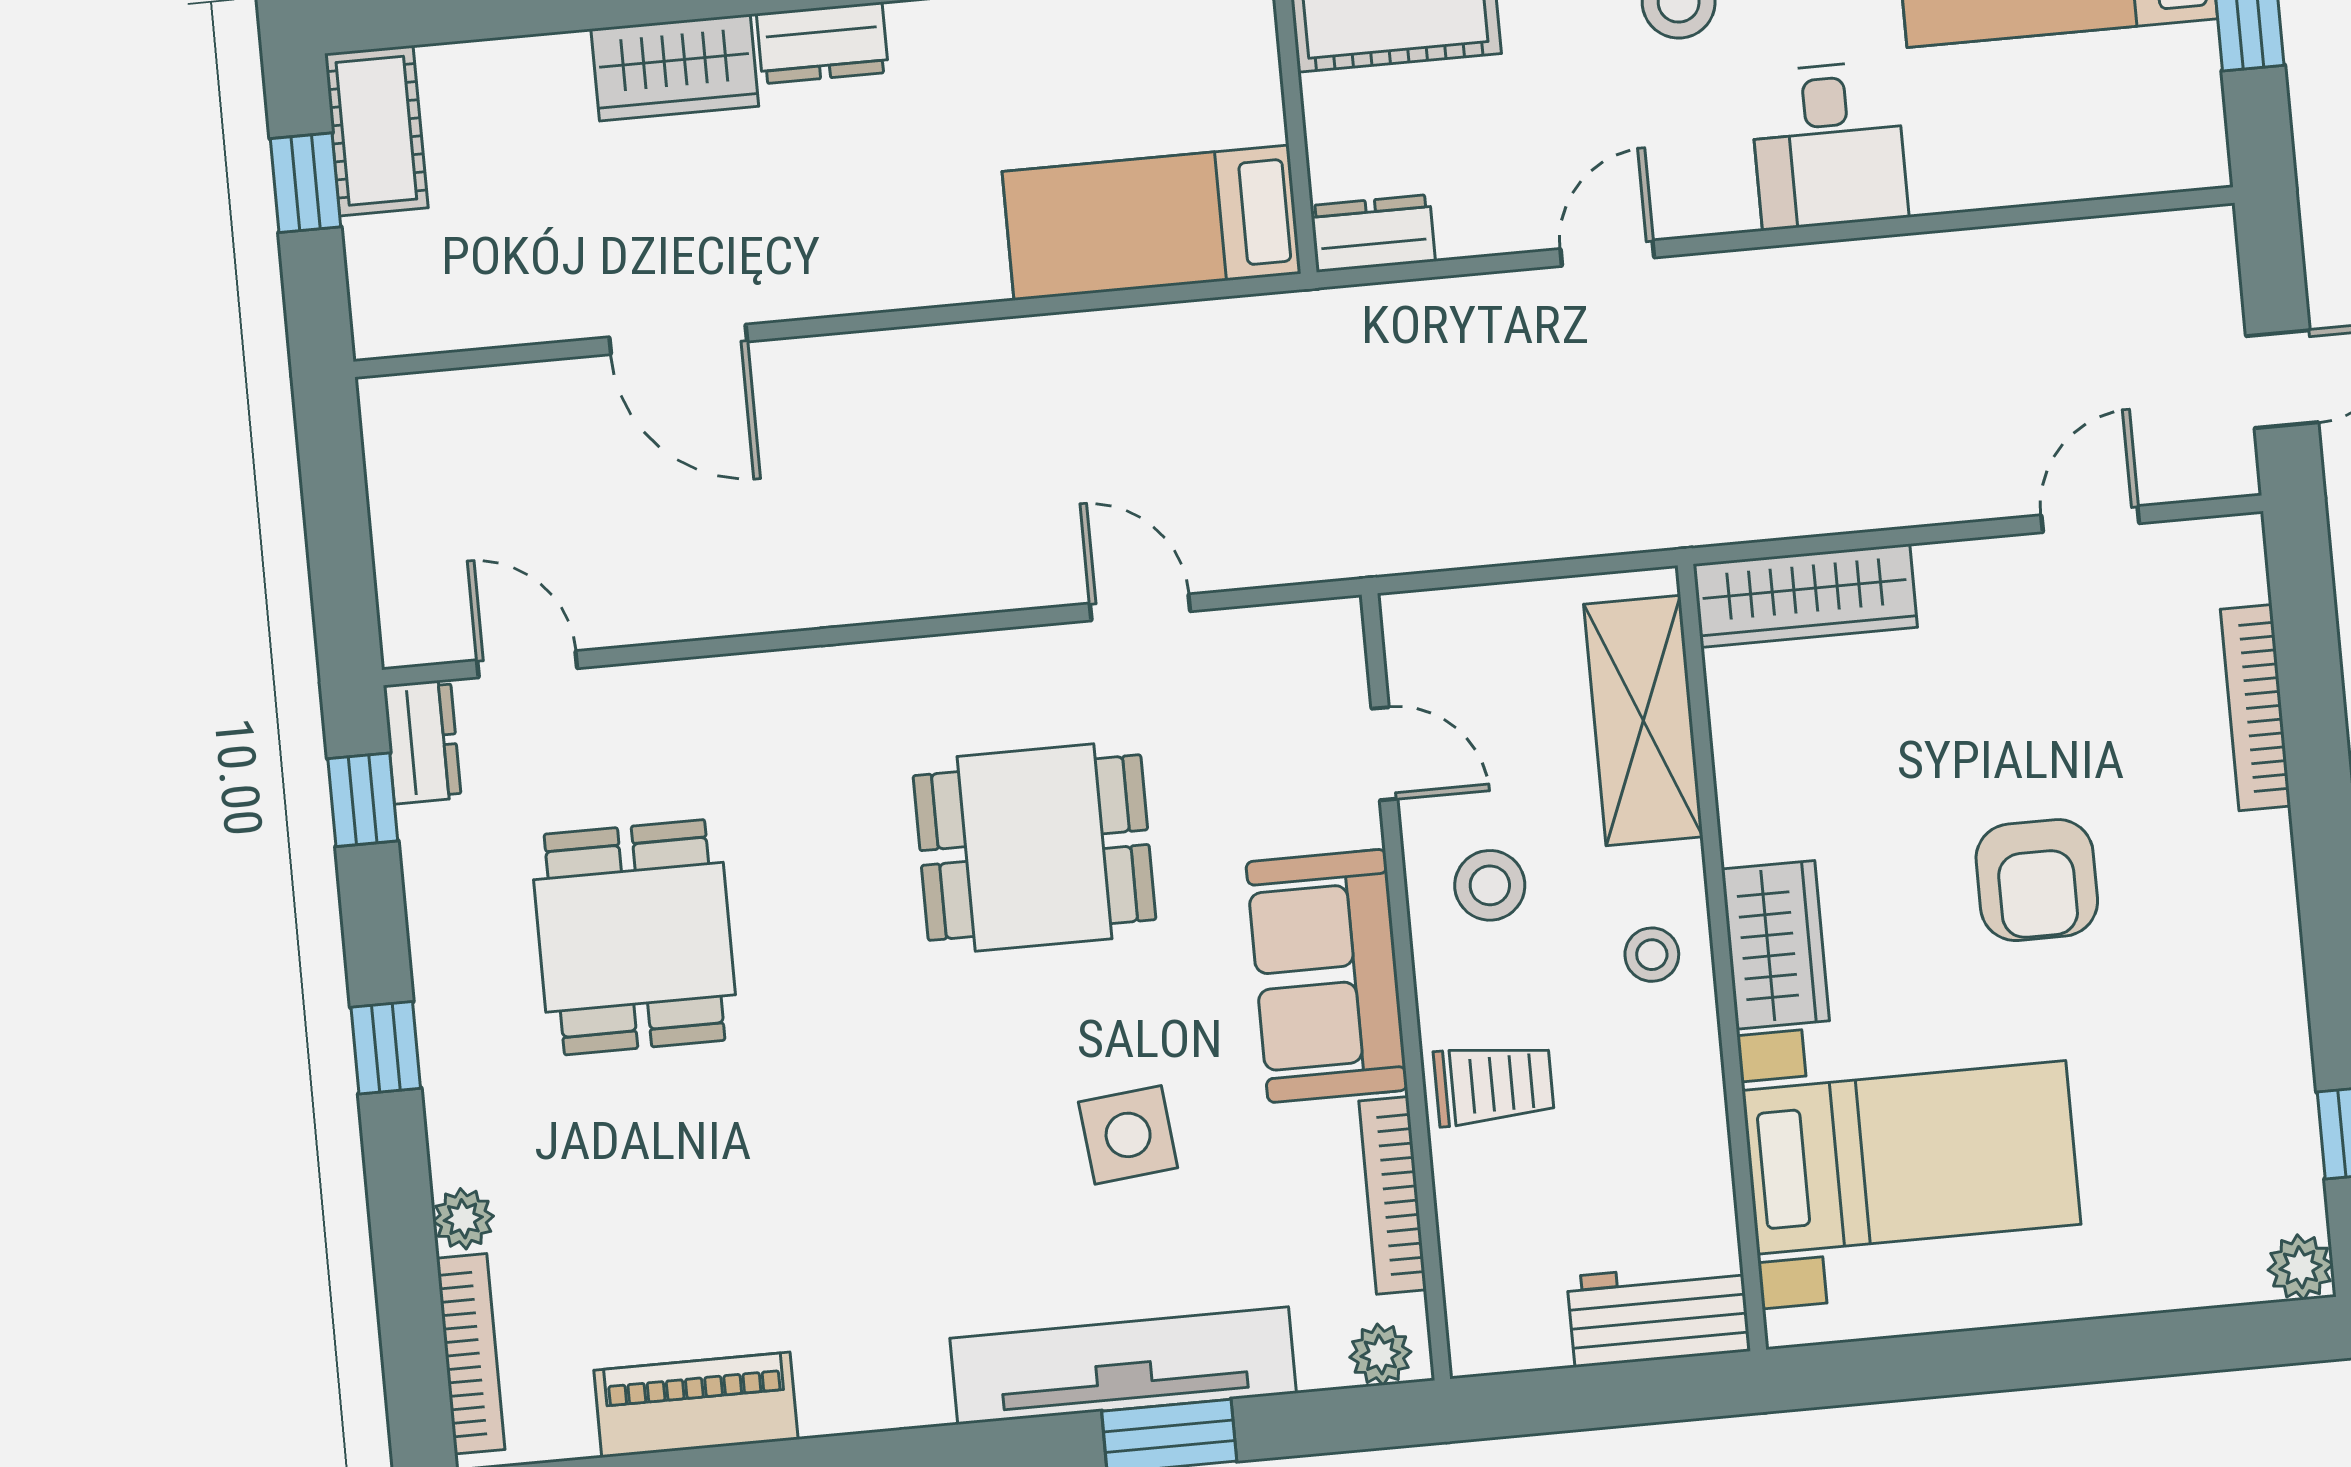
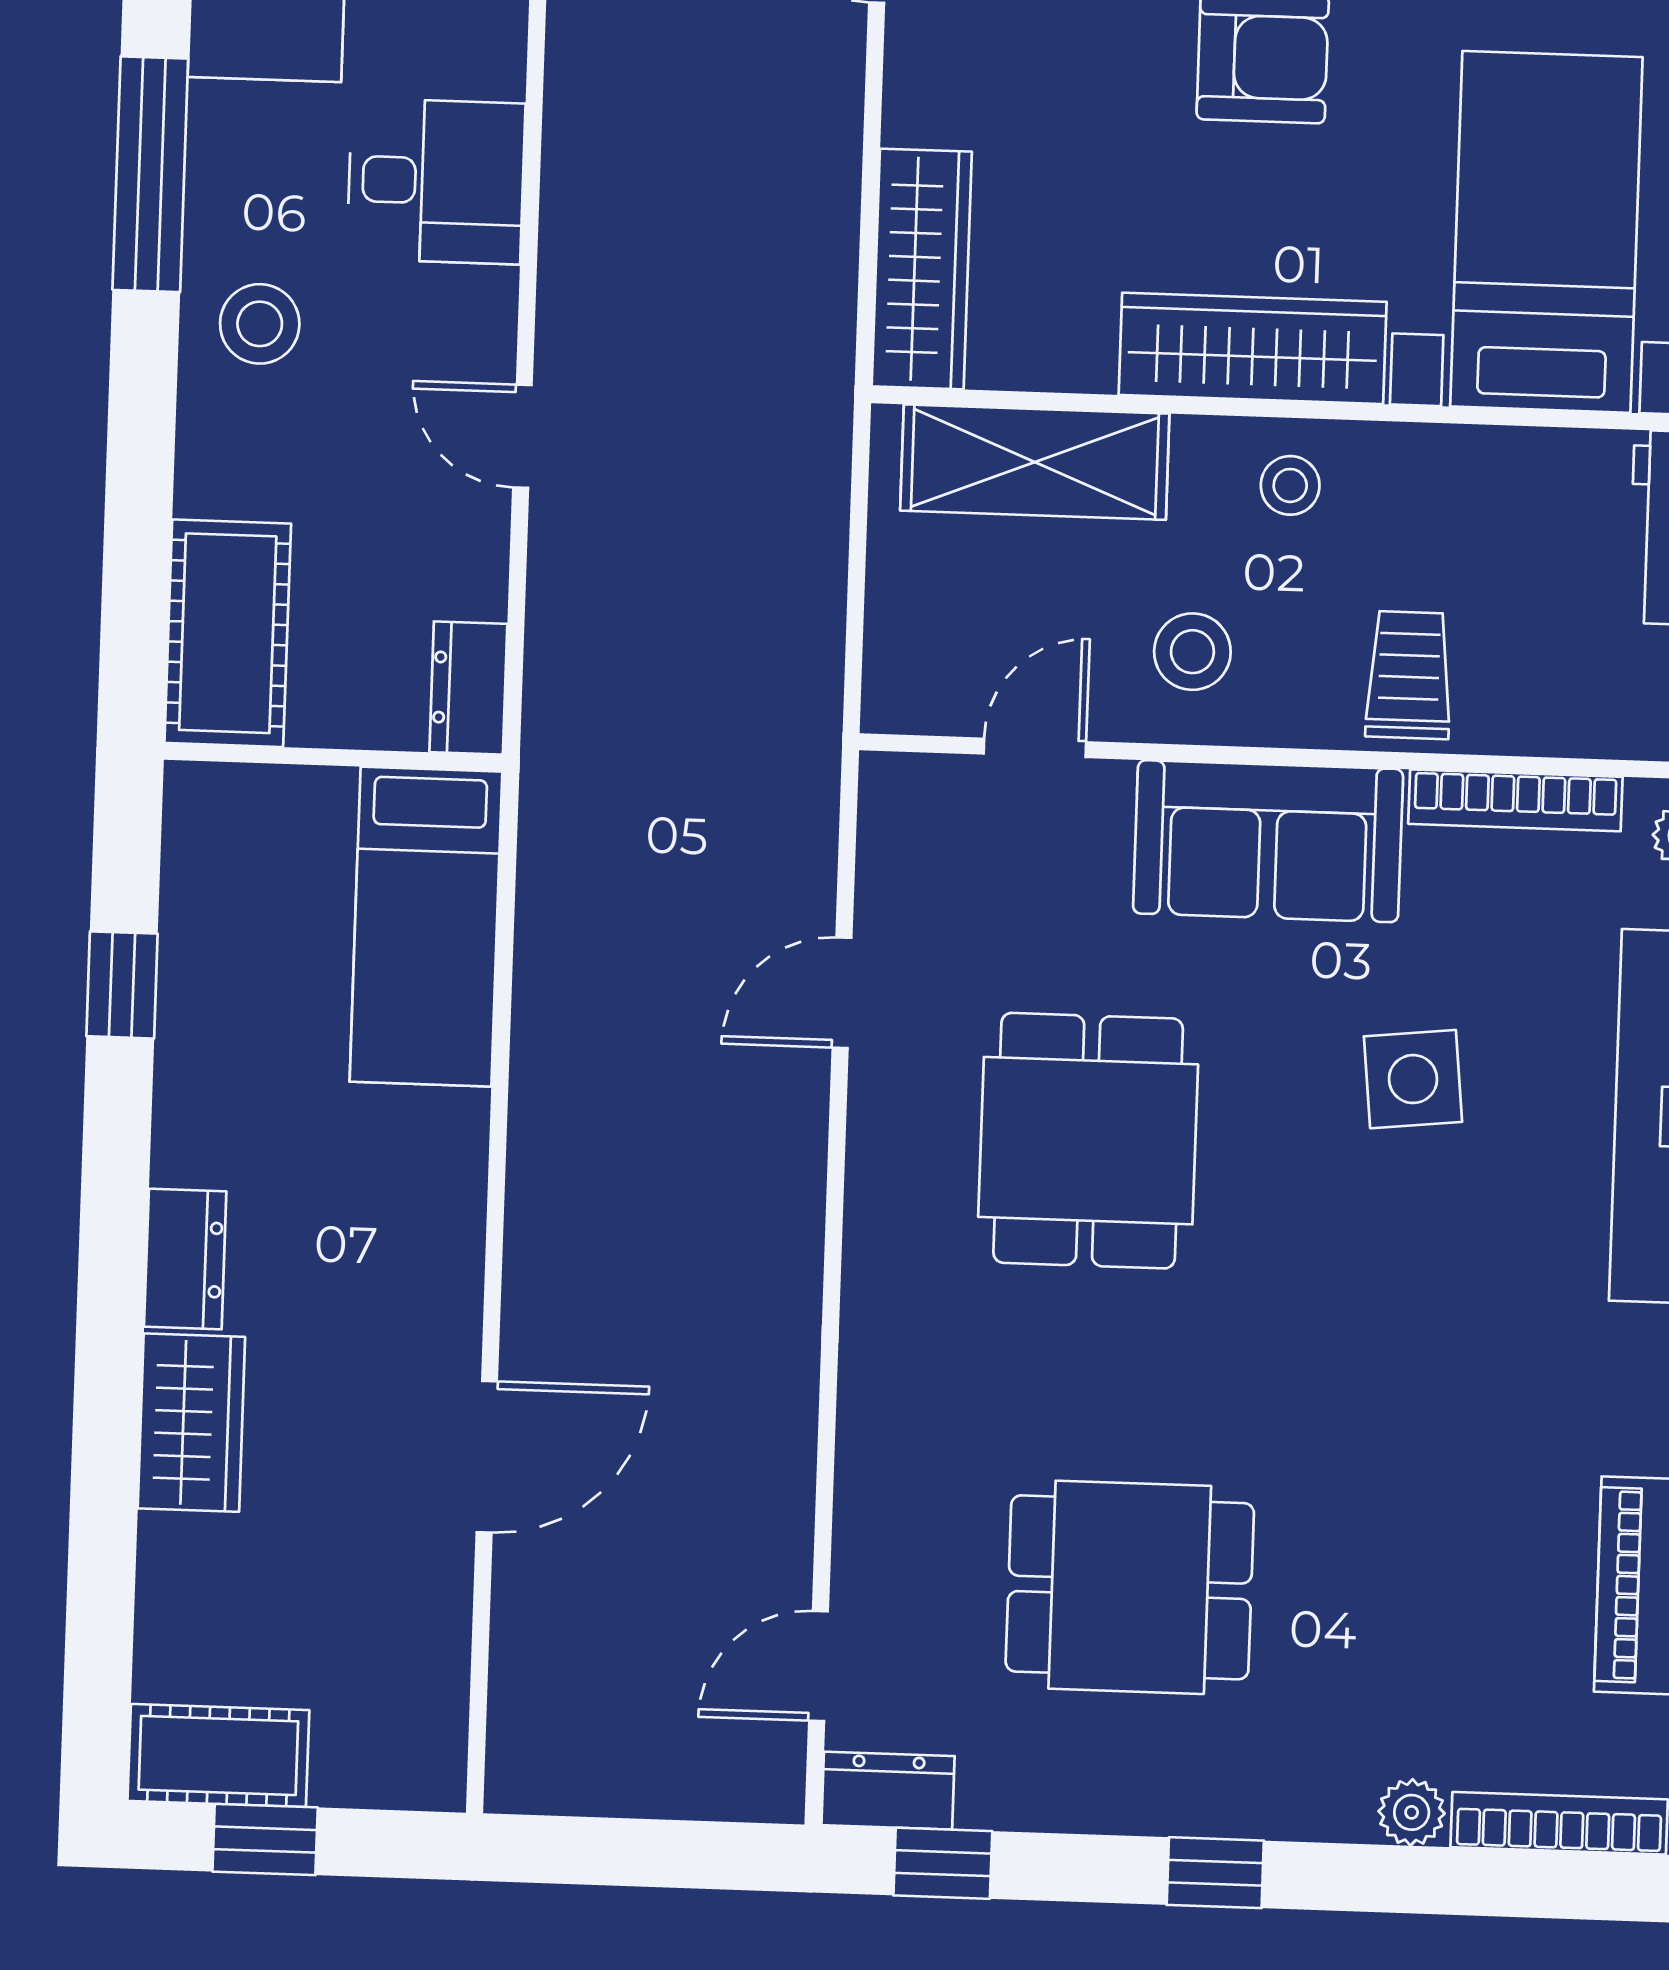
wardrobe: (1775, 945) -> (1253, 348), width x1.50

